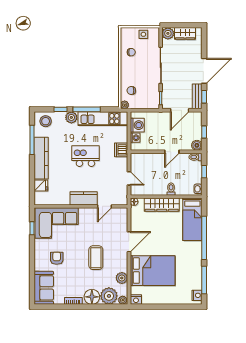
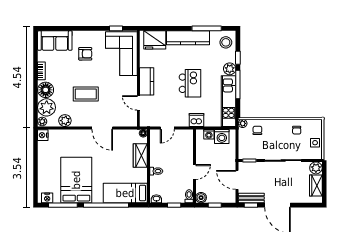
door: (172, 152) -> (194, 172), swing flipped
fridge: (41, 186) -> (155, 40), width x1.88, depth x1.34
wardrobe: (162, 205) -> (140, 156), width x0.67
bed: (153, 271) -> (76, 180), moved, turned 180

